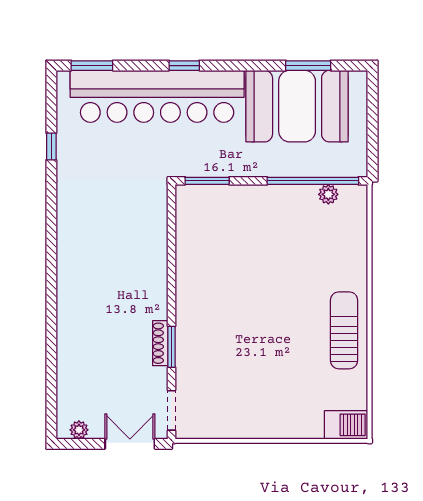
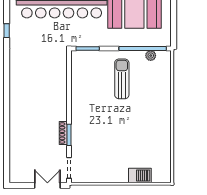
sun lounger: (344, 330) -> (122, 79), moved
barbecue: (346, 425) -> (140, 176), moved
plant: (79, 430) -> (21, 178), removed

